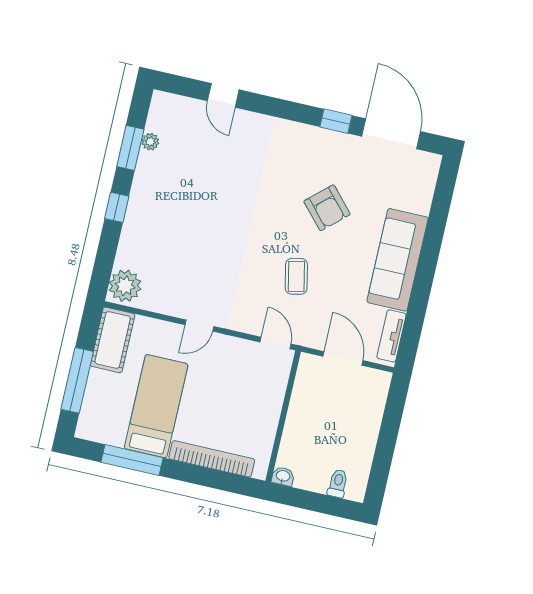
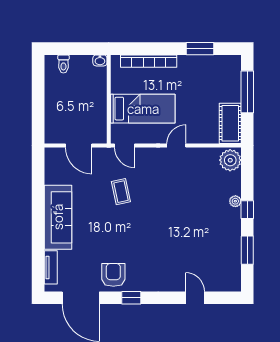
window: (336, 121) -> (131, 298), moved
plant: (150, 142) -> (235, 201), moved
armchair: (327, 208) -> (113, 275), moved, turned 42
tv unit: (391, 336) -> (51, 267), moved
bed: (156, 406) -> (143, 109), moved, turned -90
window: (132, 460) -> (200, 49), width x0.69

